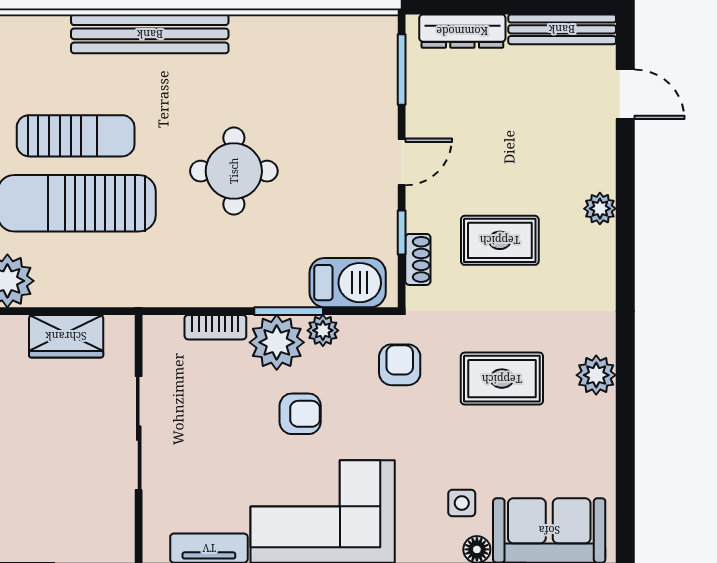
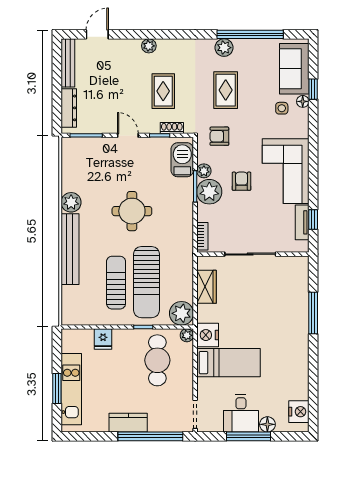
plant: (253, 36) -> (71, 202), added
bookcase: (215, 327) -> (202, 236), moved
window: (625, 433) -> (250, 34), added

